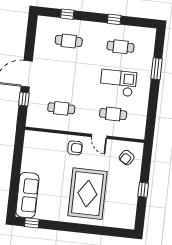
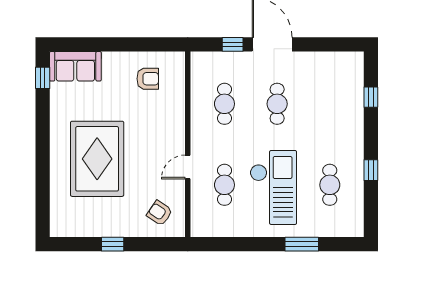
cafe table: (69, 41) -> (277, 104), moved
checkout: (118, 83) -> (273, 187), width x1.36, depth x1.21
armchair: (75, 148) -> (148, 79), moved, turned -90
rug: (87, 194) -> (97, 159), turned 90
sofa: (27, 195) -> (75, 66), width x0.73

